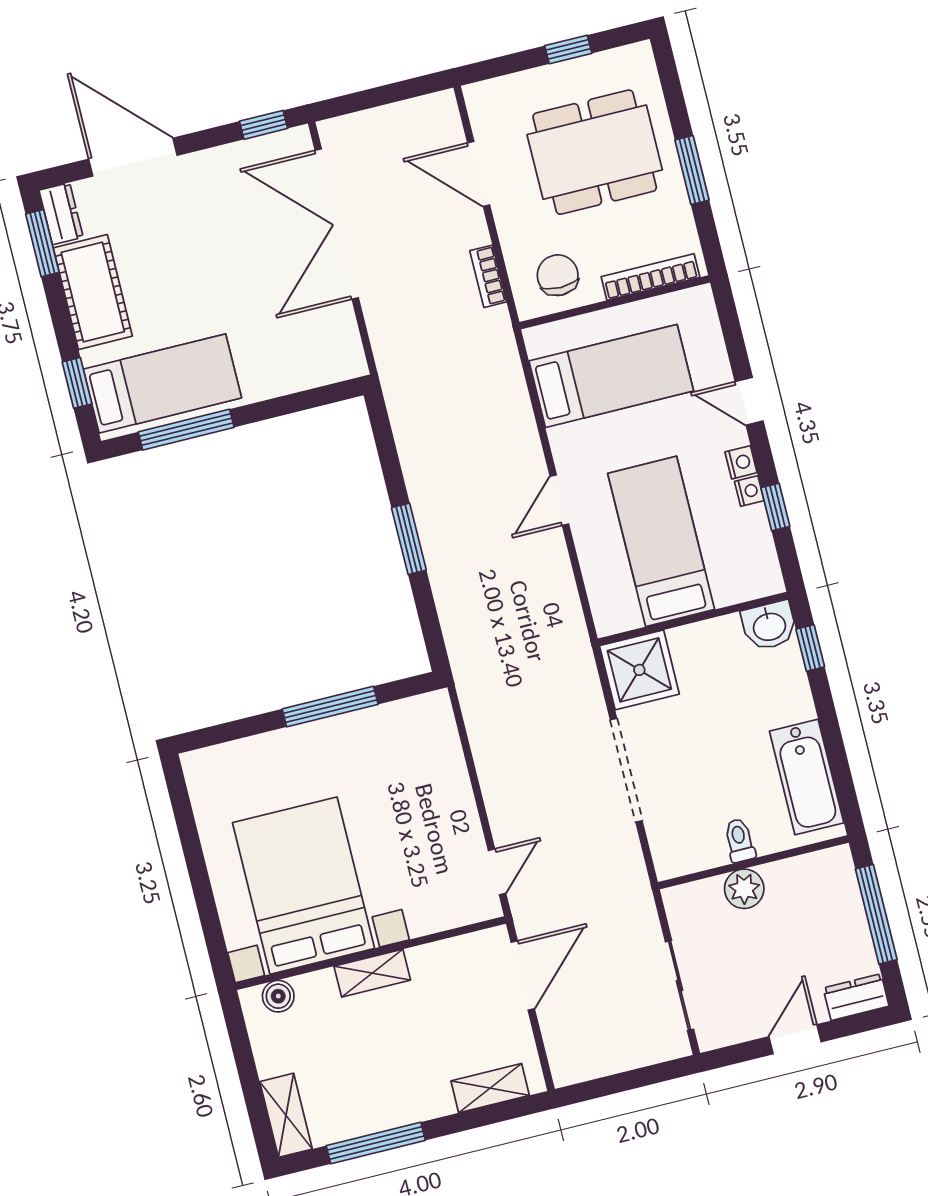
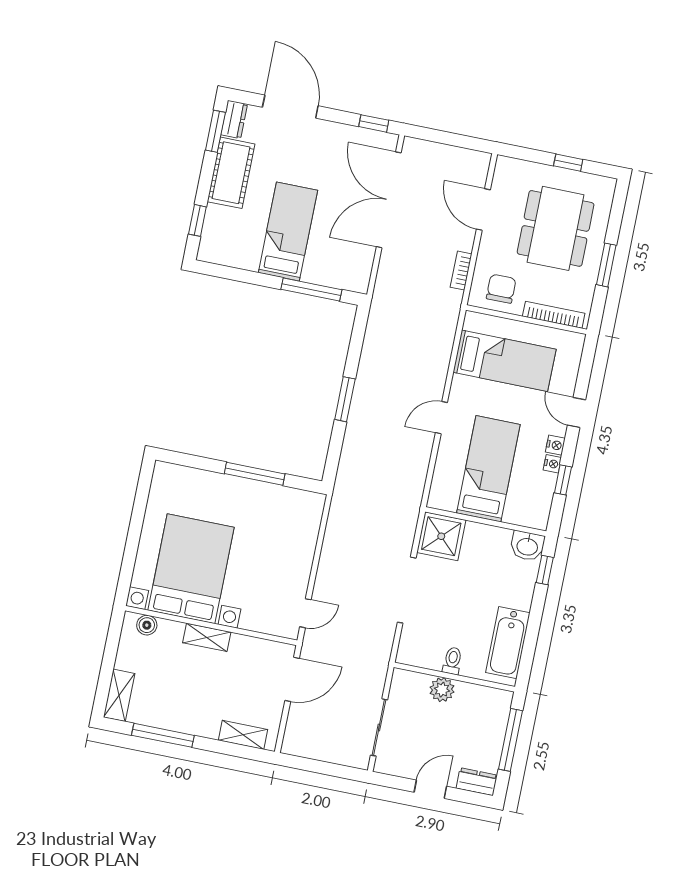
dining table: (595, 152) -> (556, 228), turned 90
bed: (162, 383) -> (288, 231), moved, turned -90
window: (186, 430) -> (311, 290), moved

